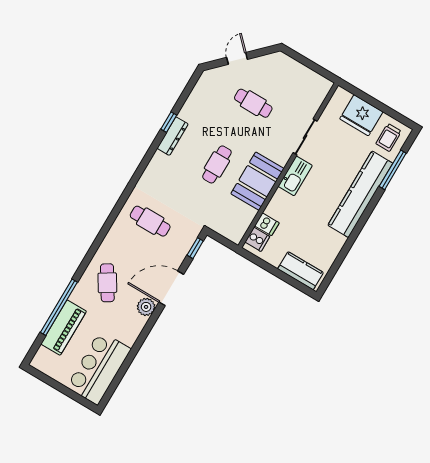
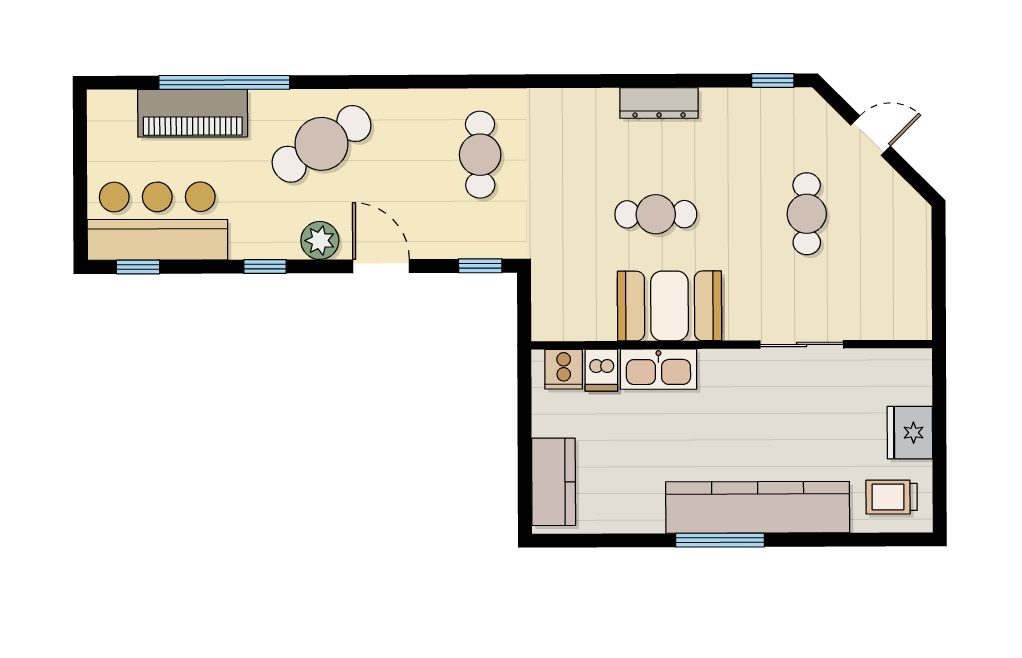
fridge: (361, 115) -> (910, 433), width x0.73, depth x0.75
window: (169, 122) -> (773, 80), moved
window: (393, 170) -> (720, 540), moved
kitchen sink: (295, 176) -> (658, 369), moved
cafe table: (107, 283) -> (322, 144), width x1.37, depth x1.35
door: (171, 288) -> (381, 266), width x0.73
window: (143, 335) -> (265, 267), added
window: (113, 387) -> (138, 267), added

